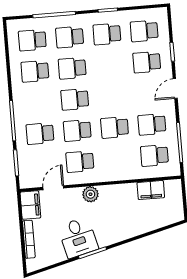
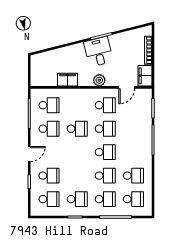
school desk: (40, 134) -> (133, 129), removed
filing cabinet: (151, 190) -> (67, 80), moved
desk: (78, 238) -> (98, 52), moved

